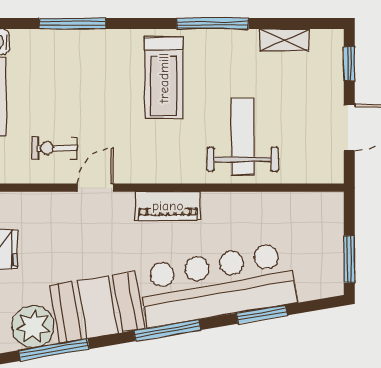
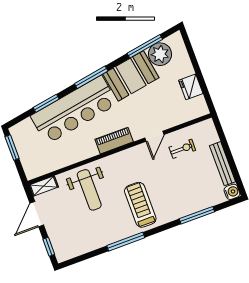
shelving: (284, 40) -> (44, 186), moved

